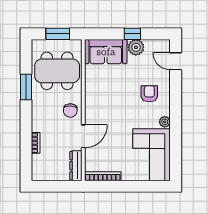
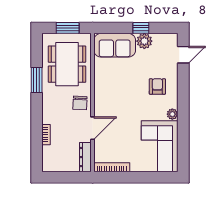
door: (176, 61) -> (183, 55), swing flipped
dining table: (57, 71) -> (67, 64), turned 90

